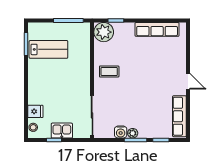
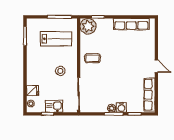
lab bench: (48, 49) -> (56, 39), moved
stool: (69, 87) -> (60, 71), added
water cooler: (121, 132) -> (121, 107), moved

